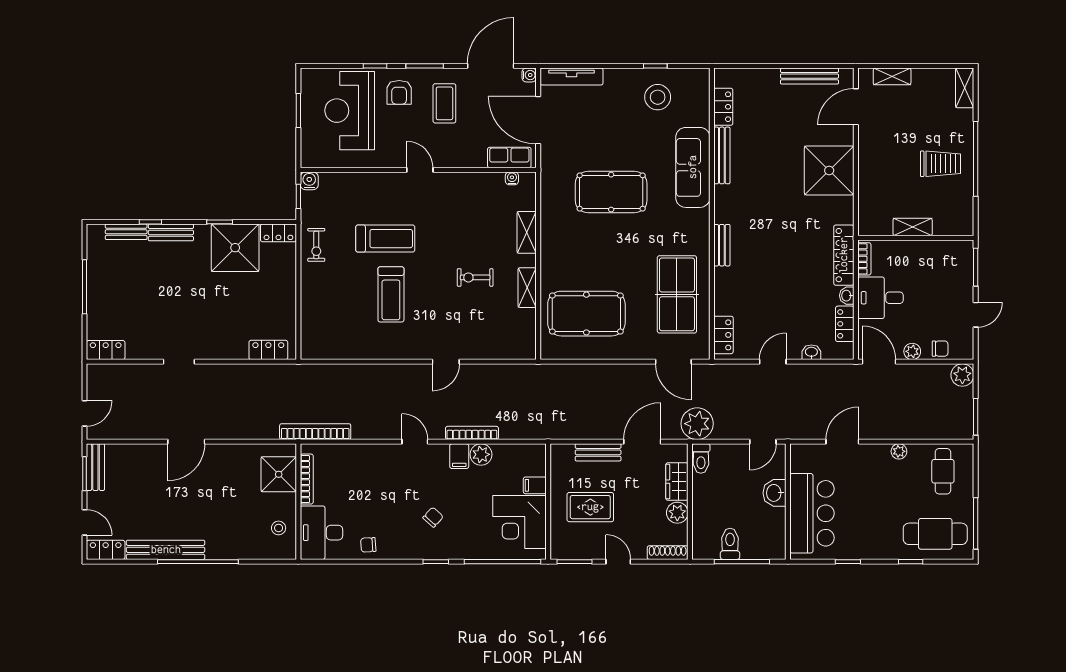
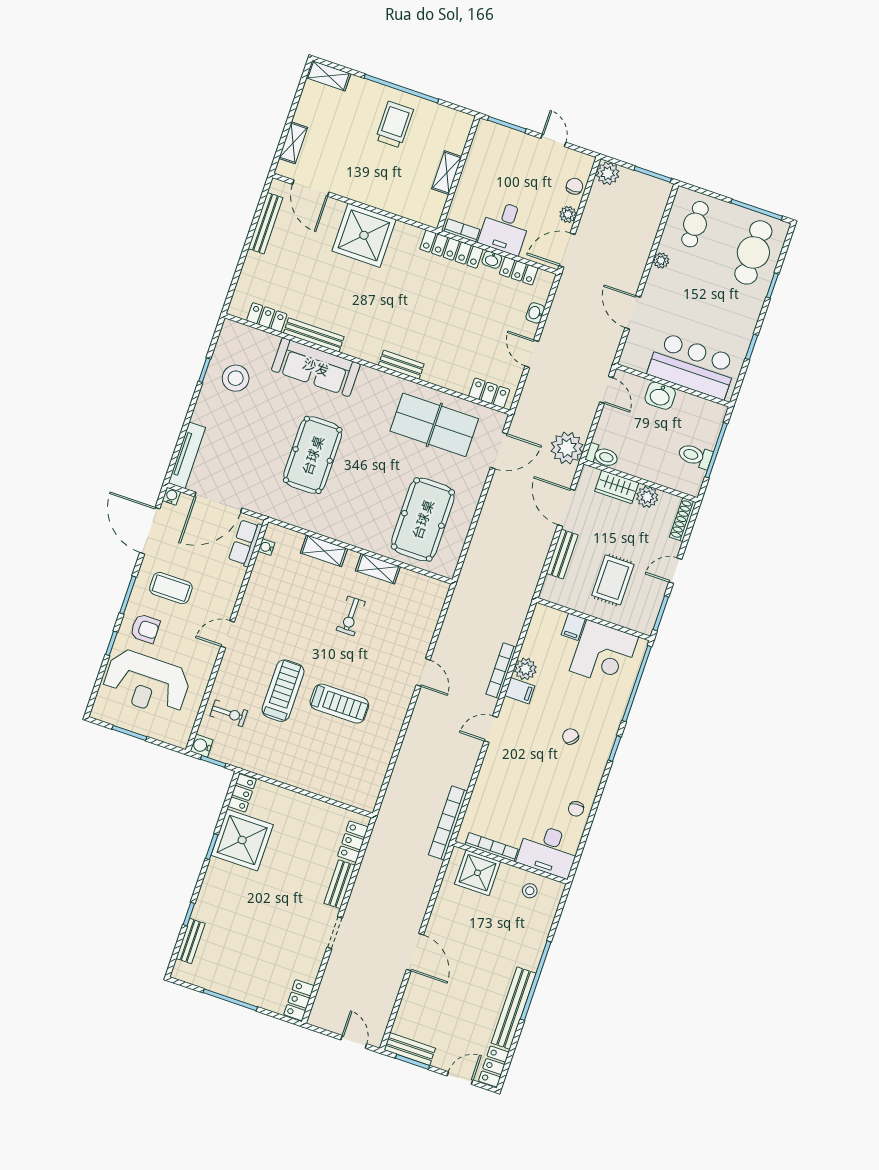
bench: (171, 232) -> (340, 884), moved
exercise bike: (316, 245) -> (229, 713), moved
cafe table: (943, 471) -> (695, 224), turned 90

